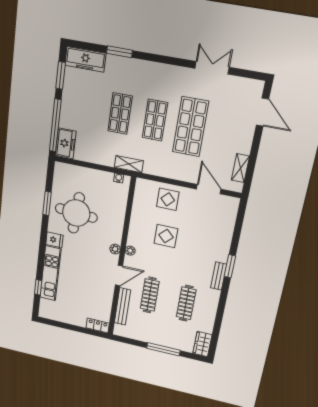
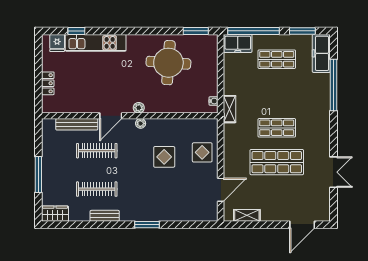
window: (119, 52) -> (334, 85), width x2.11
shop shelf: (120, 114) -> (277, 59), moved
window: (47, 203) -> (196, 31), moved
fridge: (54, 240) -> (57, 43), moved
door: (119, 275) -> (111, 116), hinge flipped
bench: (219, 276) -> (105, 216), moved
locker: (98, 326) -> (48, 83), moved

